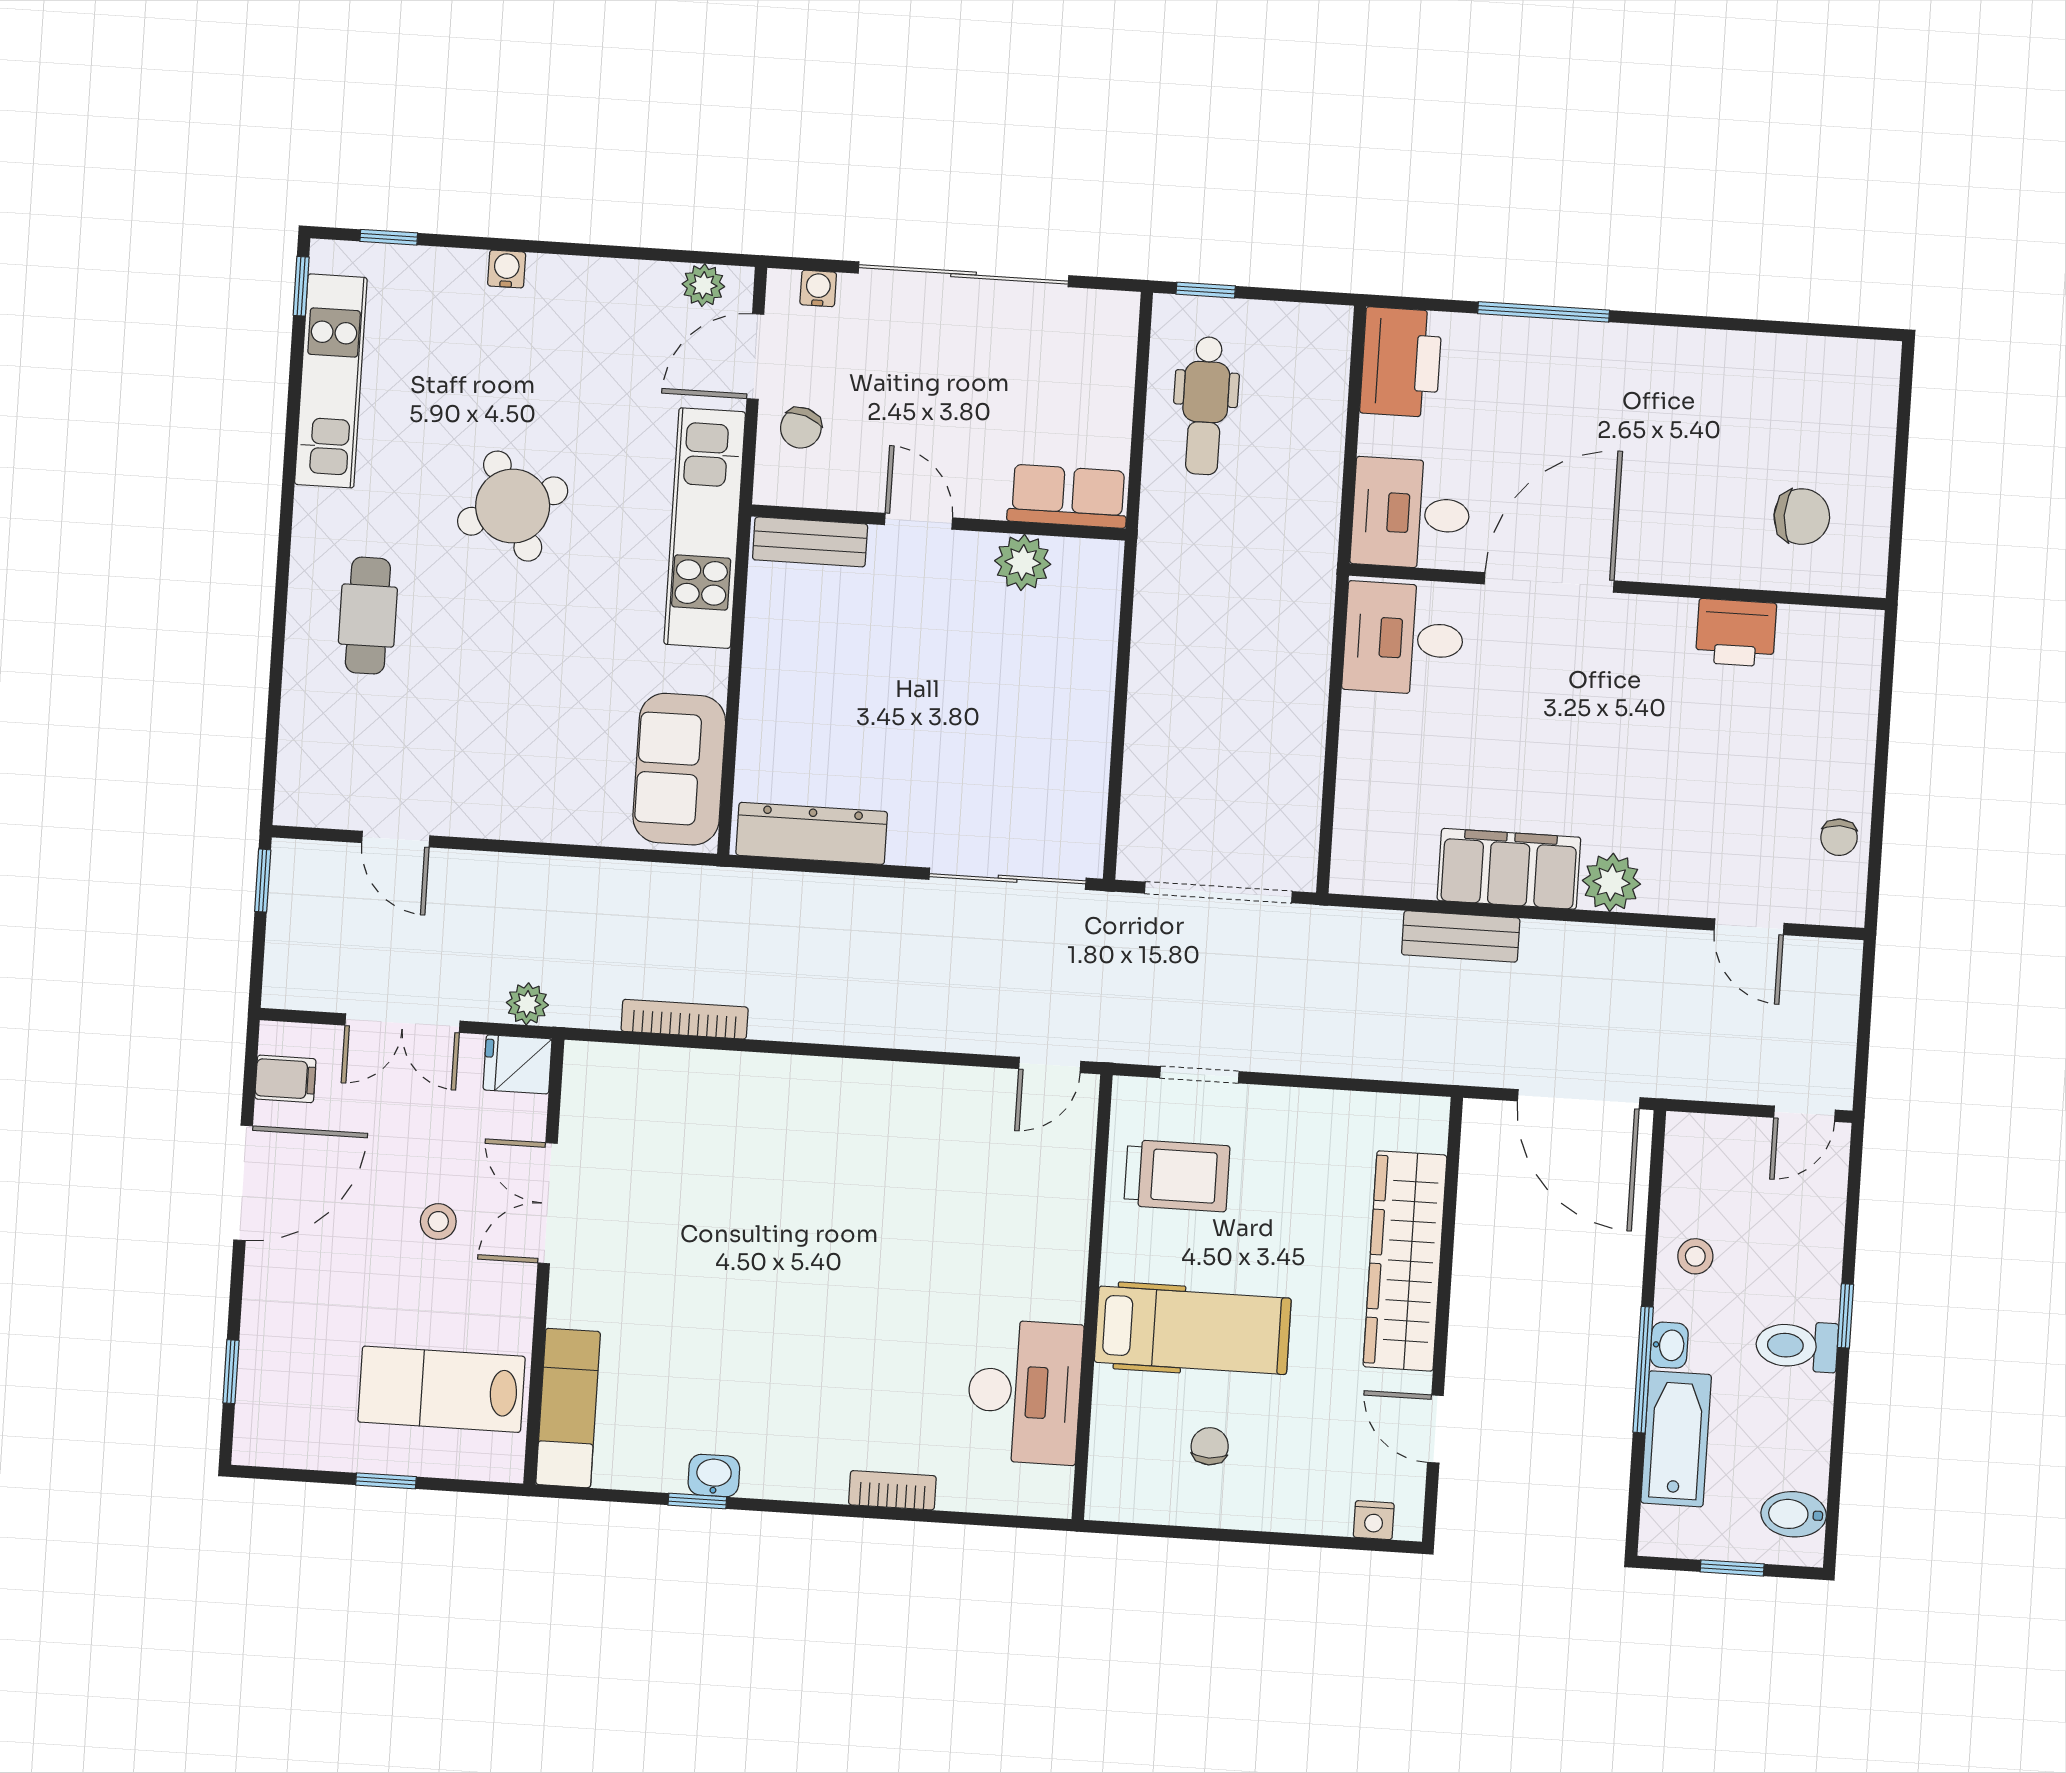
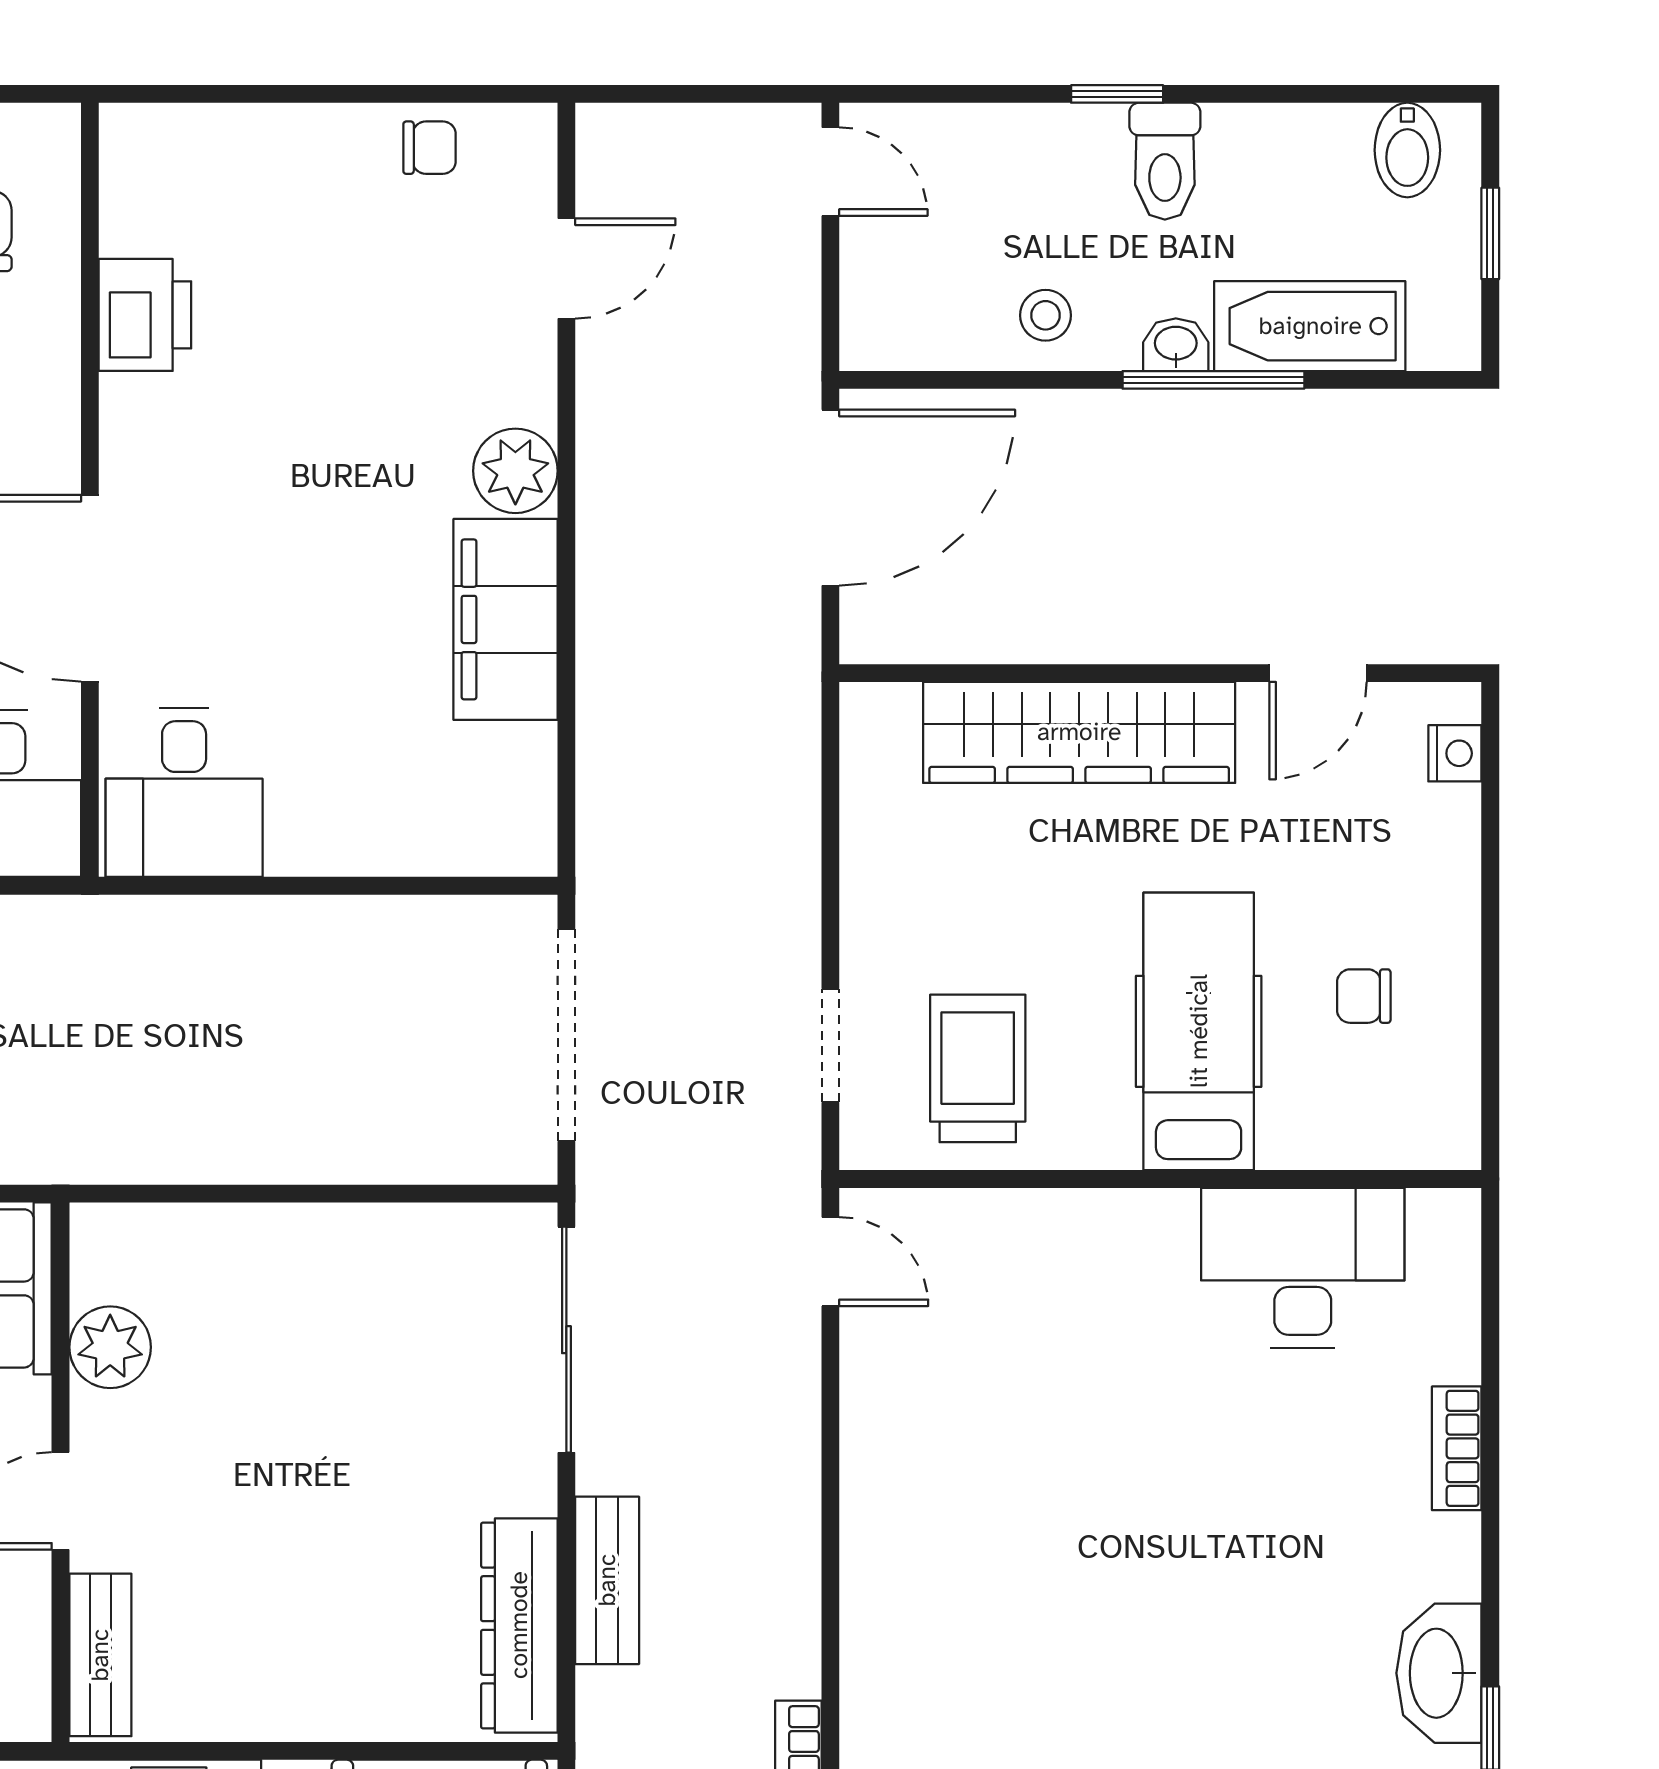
bench: (1461, 936) -> (607, 1580), moved
washbasin: (714, 1476) -> (1439, 1673), width x1.91, depth x1.45

